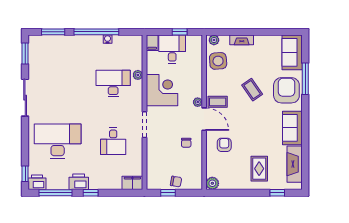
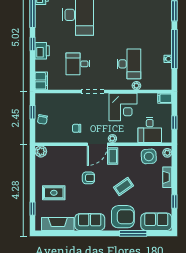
window: (269, 32) -> (174, 202), added
desk: (172, 49) -> (150, 130), moved, turned 90
armchair: (224, 145) -> (88, 178), moved
printer: (79, 182) -> (42, 51), moved

